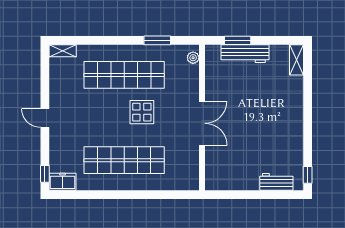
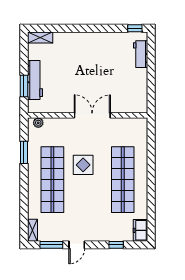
window: (45, 74) -> (51, 245), added
door: (45, 118) -> (77, 245), moved
window: (45, 174) -> (116, 245), moved

